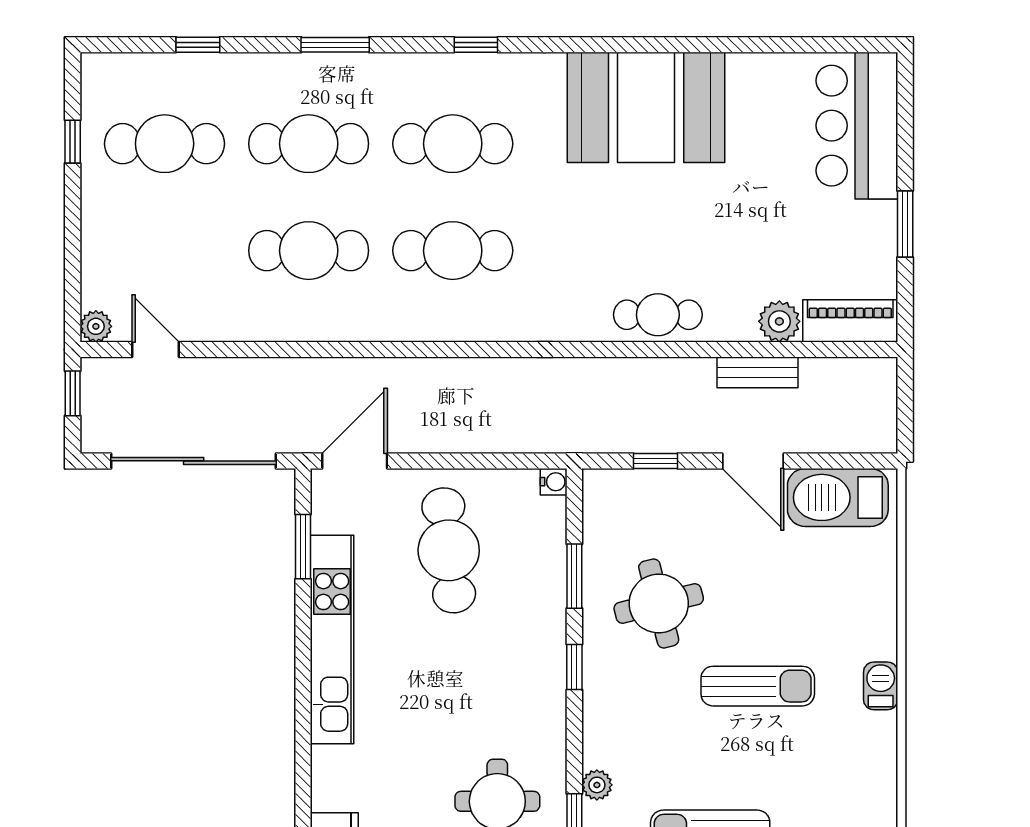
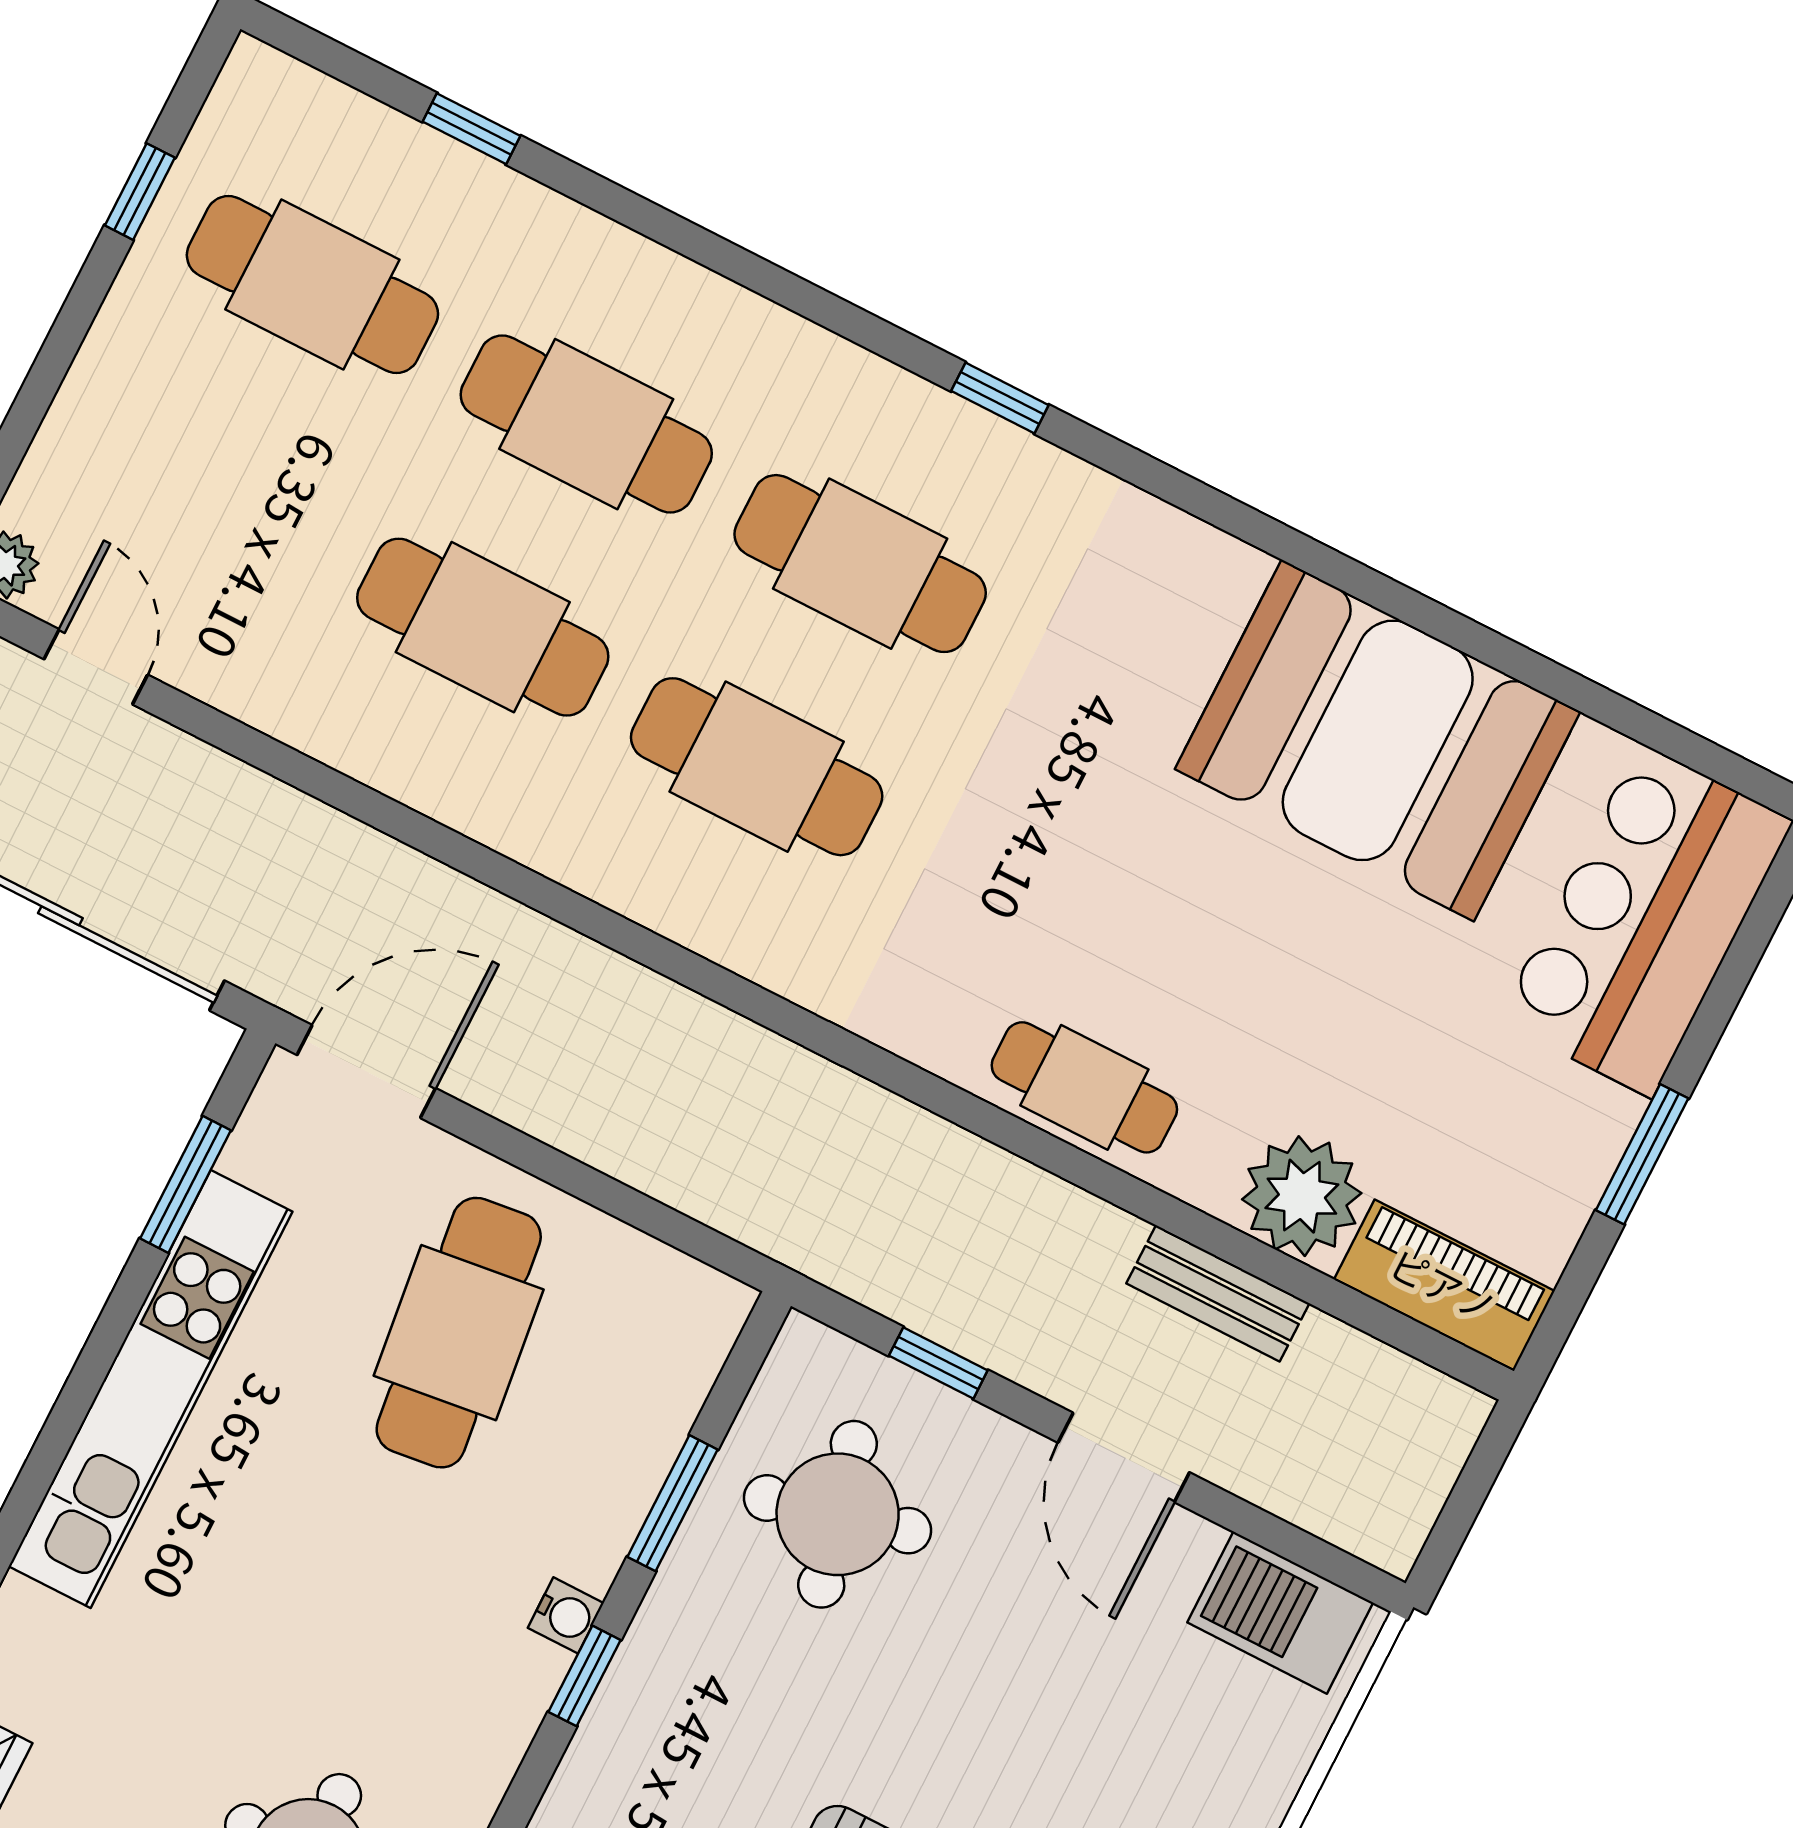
window: (335, 45) -> (732, 262), removed
booth: (646, 107) -> (1378, 740), moved
plant: (779, 321) -> (1302, 1196), width x1.36, depth x1.36
water cooler: (554, 482) -> (566, 1615), moved
barbecue: (838, 497) -> (1280, 1612), width x0.73, depth x0.83
round table: (659, 603) -> (838, 1514), moved

